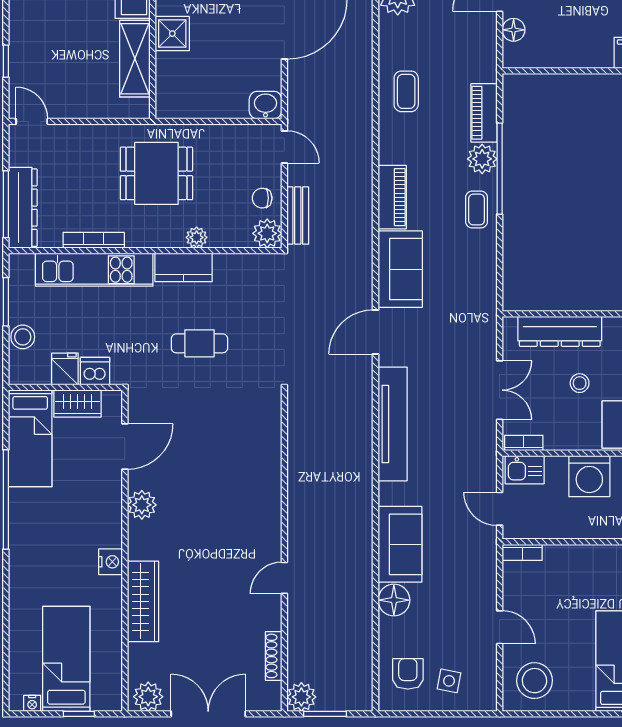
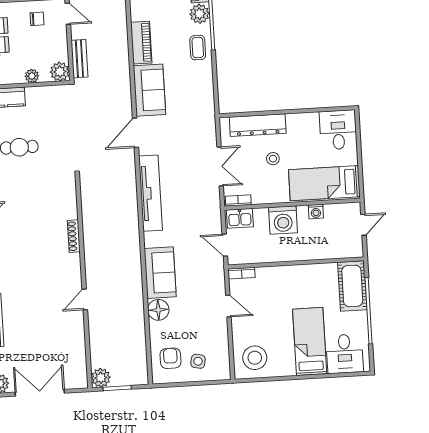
chair: (262, 198) -> (37, 19), moved, turned 180
plant: (197, 237) -> (32, 76), moved
door: (500, 627) -> (228, 306), moved
shoe rack: (274, 656) -> (74, 236), moved

